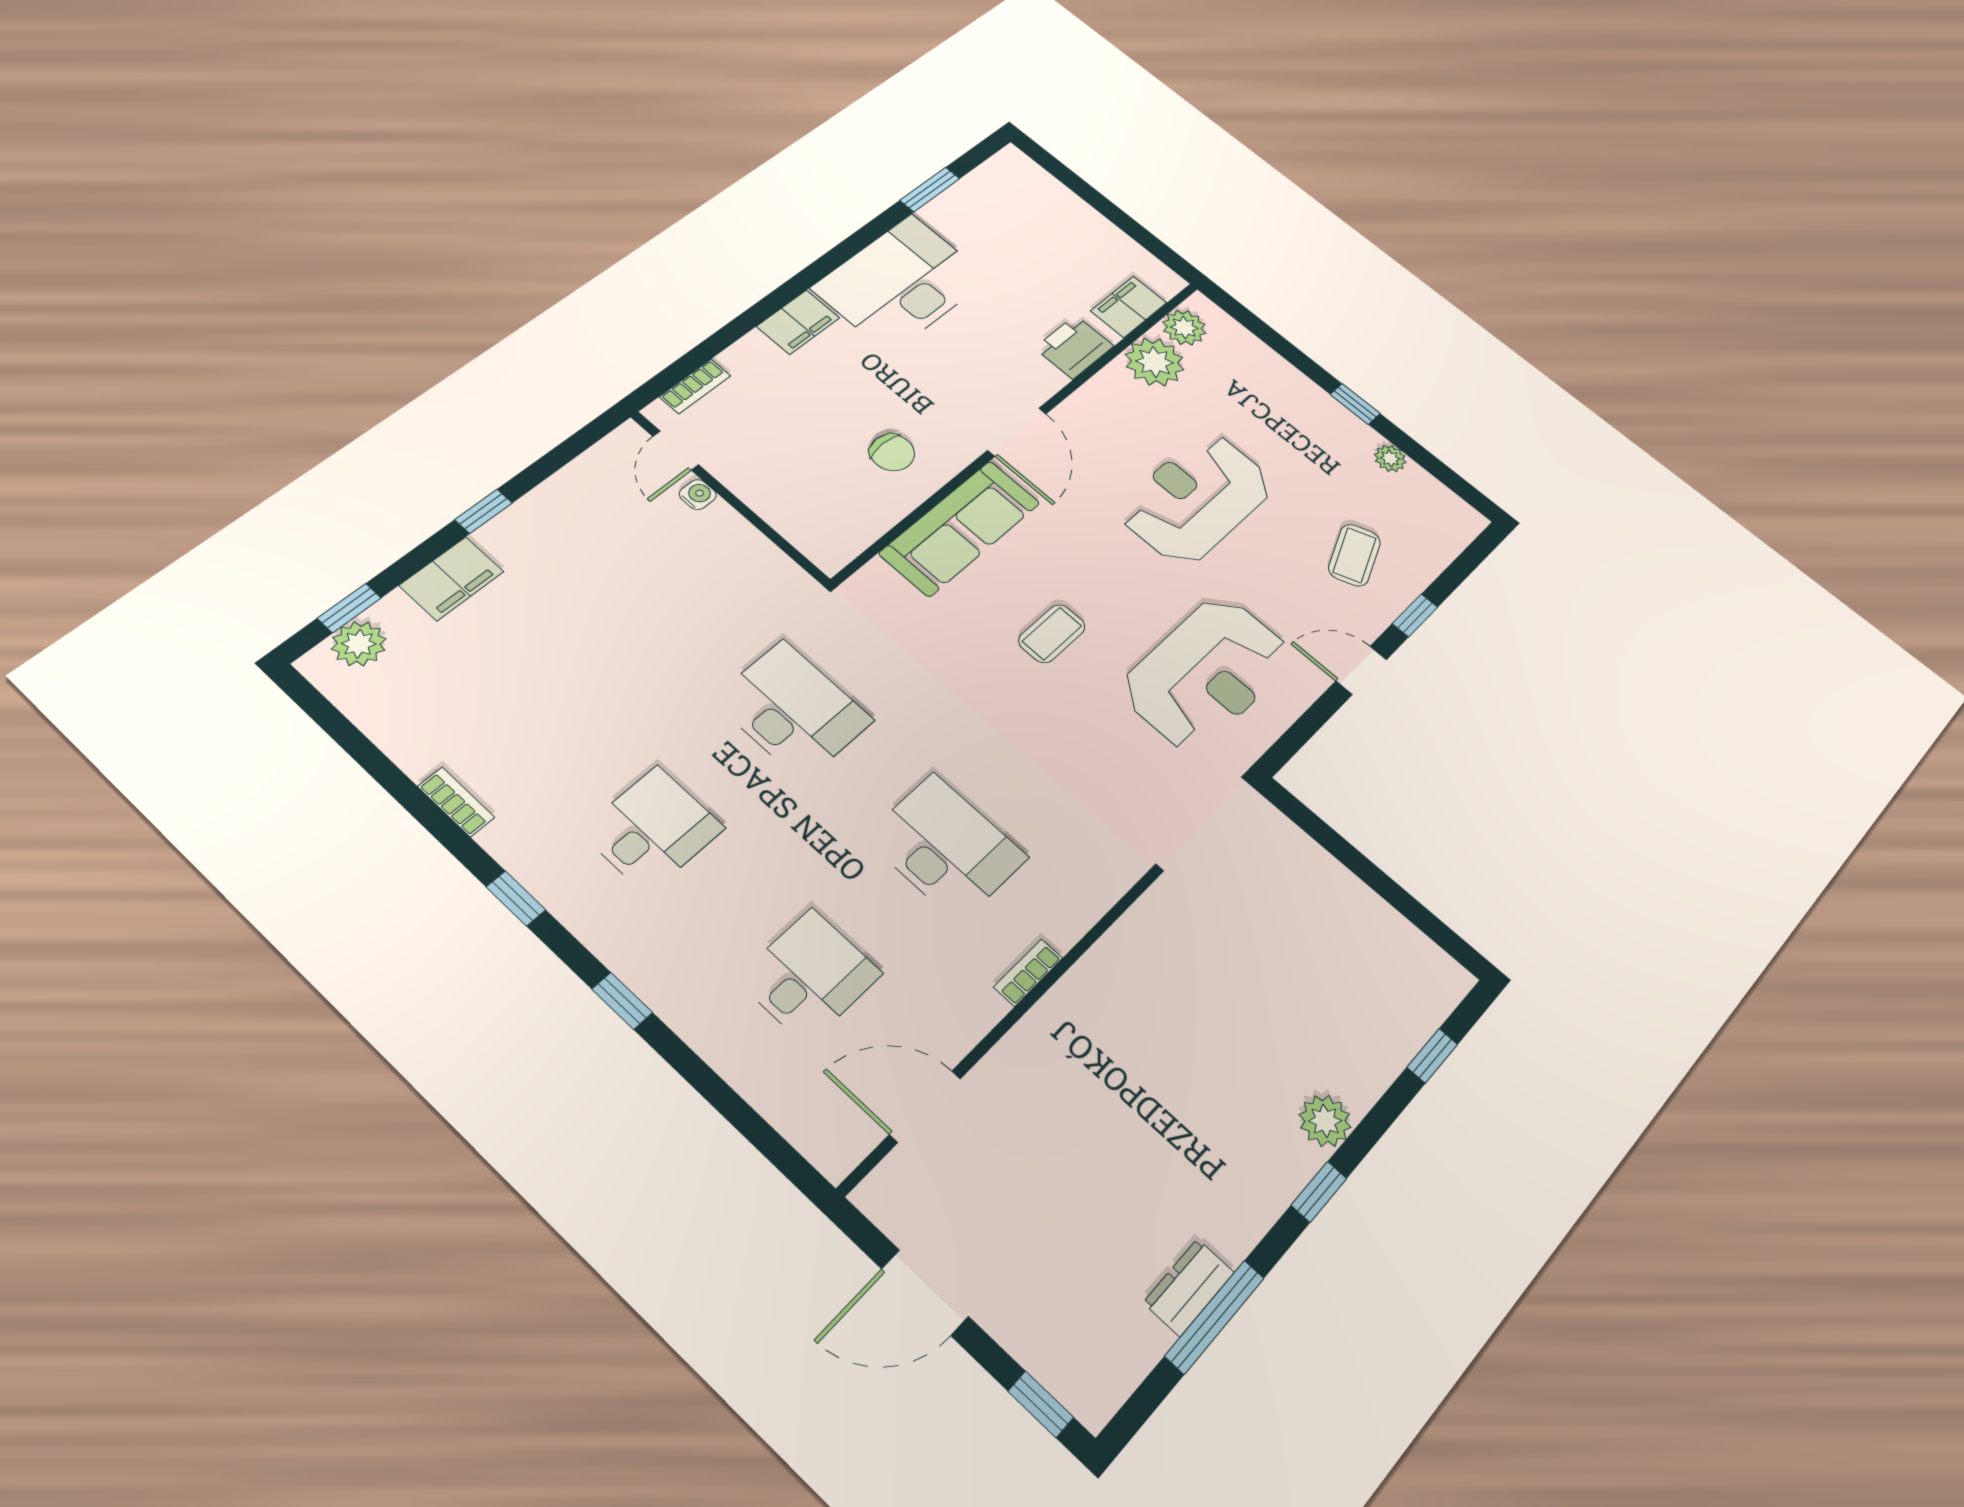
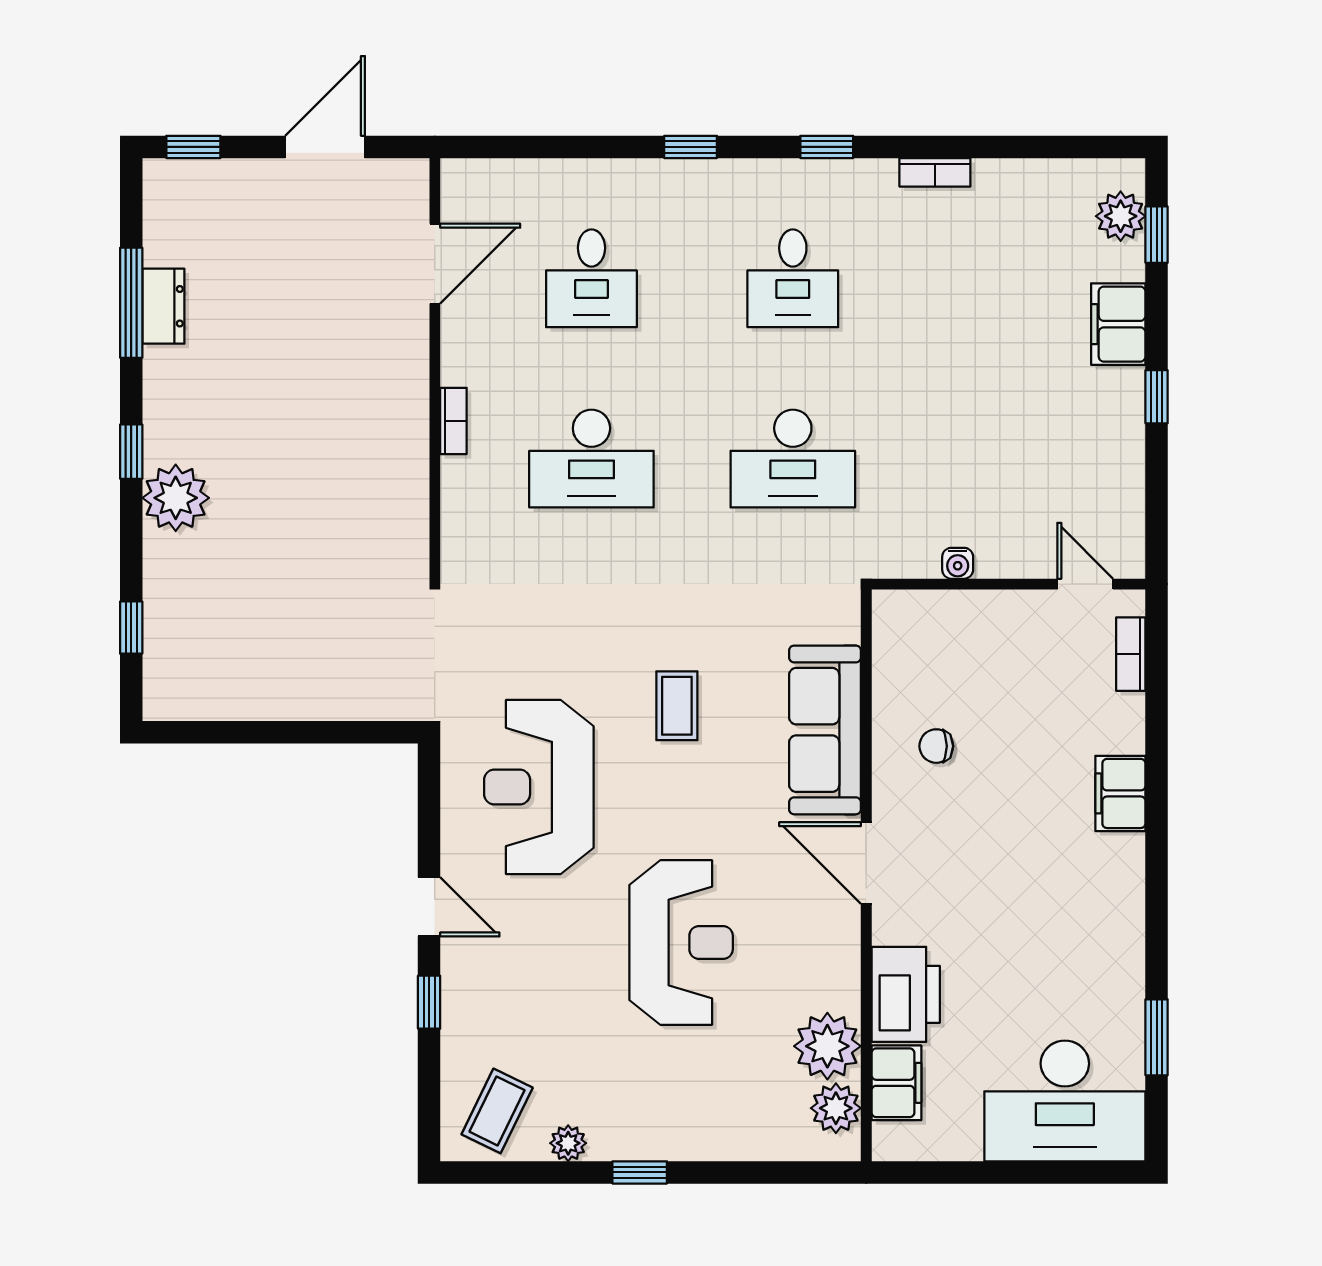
desk: (901, 283) -> (1065, 1101), moved, turned 90
printer: (1074, 347) -> (906, 994), width x1.37, depth x1.19
chair: (892, 452) -> (936, 746), width x0.73, depth x0.73
water cooler: (698, 495) -> (958, 563), moved
coffee table: (1354, 555) -> (497, 1111), moved, turned 48
door: (1361, 670) -> (429, 907), hinge flipped
plant: (1325, 1121) -> (176, 498), width x1.36, depth x1.36

